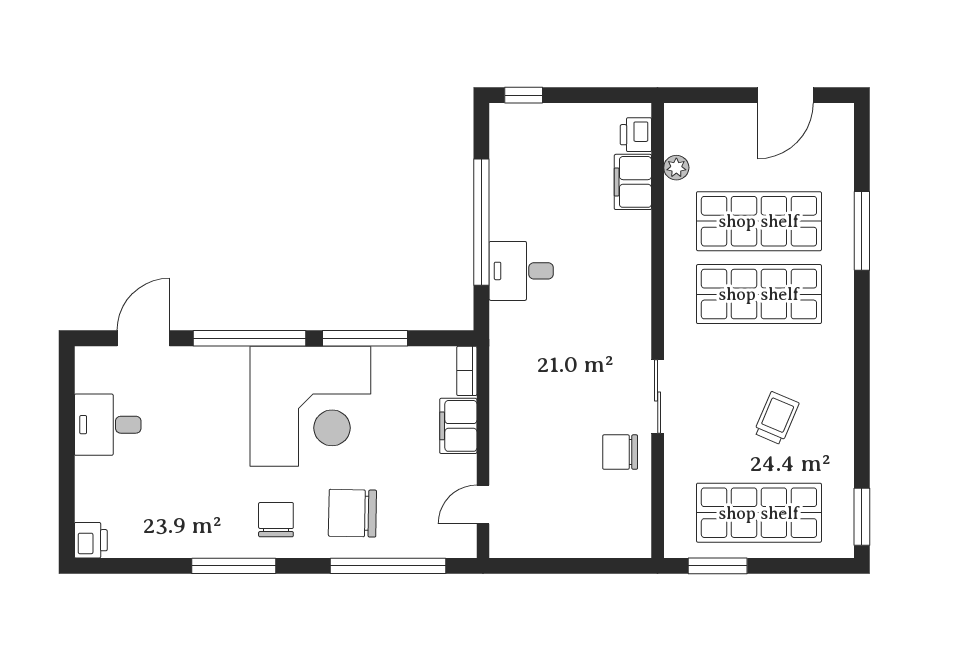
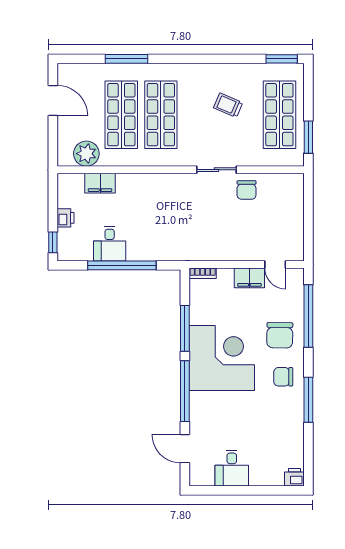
printer: (636, 135) -> (65, 218), moved, turned -90
plant: (676, 168) -> (86, 154), width x1.88, depth x1.88
desk: (521, 271) -> (110, 244), moved
filing cabinet: (458, 426) -> (249, 278), moved

